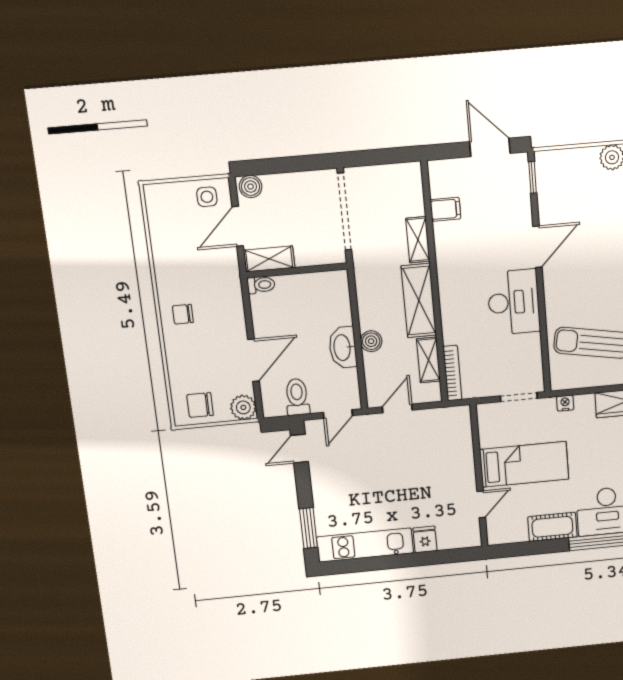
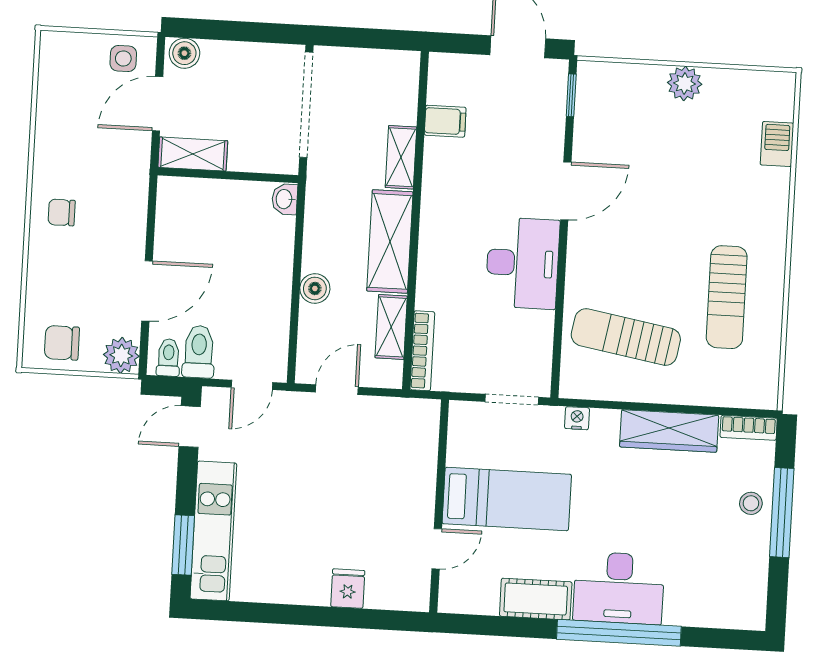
toilet: (261, 285) -> (168, 358), moved, turned -90
washbasin: (343, 348) -> (285, 199), moved, width x0.52, depth x0.69
kitchen unit: (365, 545) -> (213, 531), moved, turned 90

